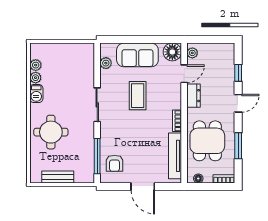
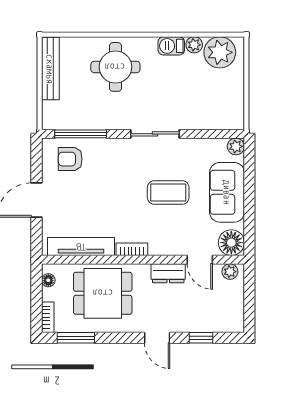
plant: (106, 63) -> (236, 146), moved
plant: (36, 65) -> (220, 52), width x1.88, depth x1.88
window: (238, 146) -> (76, 338), moved
bench: (58, 177) -> (50, 69), width x1.36

